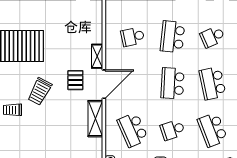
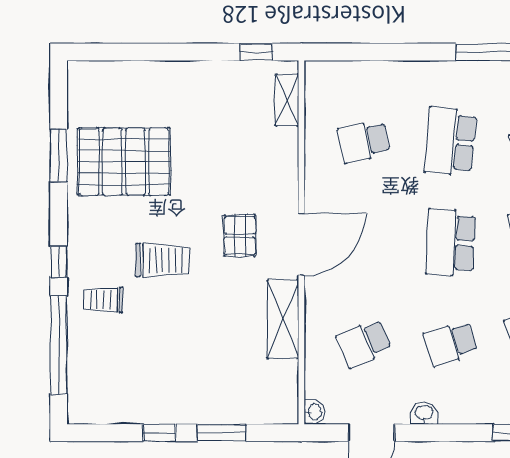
shelving: (97, 56) -> (287, 100), moved
trolley: (40, 91) -> (162, 260), turned -118
school desk: (133, 130) -> (364, 343), width x0.54

